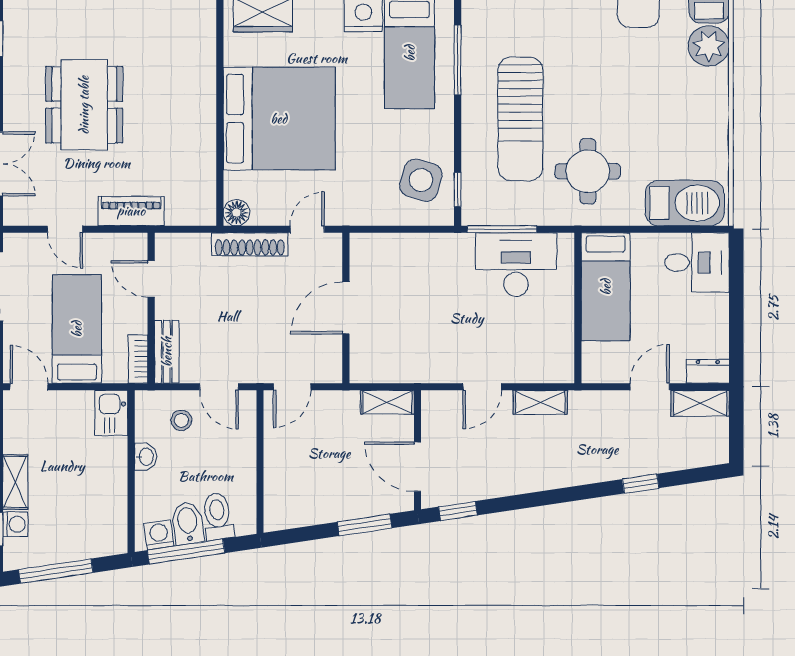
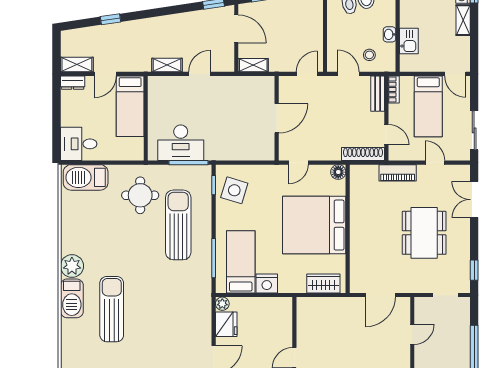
shoe rack: (250, 244) -> (363, 154), moved
bed: (606, 287) -> (130, 106), moved, turned 180
kitchen sink: (111, 413) -> (409, 41), moved

